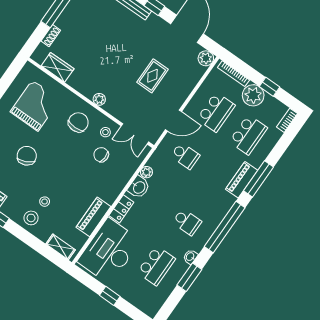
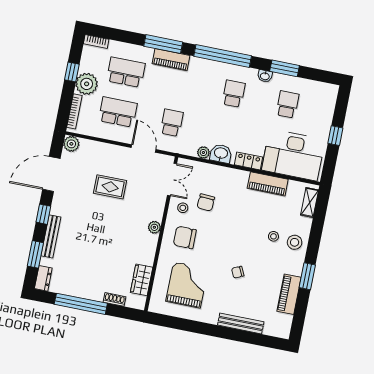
grand piano: (35, 106) -> (187, 285), turned 90
chair: (27, 156) -> (238, 272), width x0.54, depth x0.54
school desk: (156, 266) -> (287, 104), width x0.54

